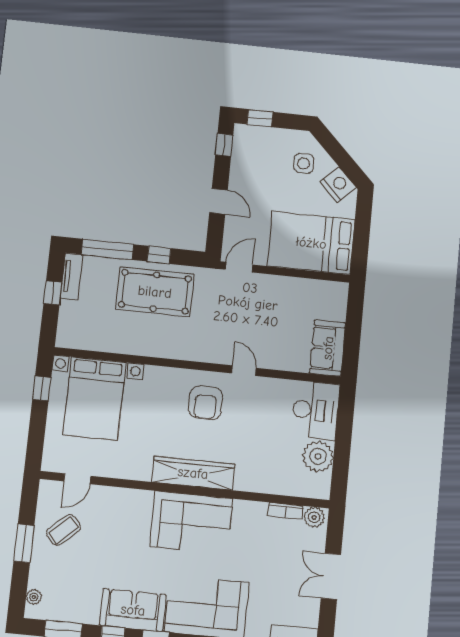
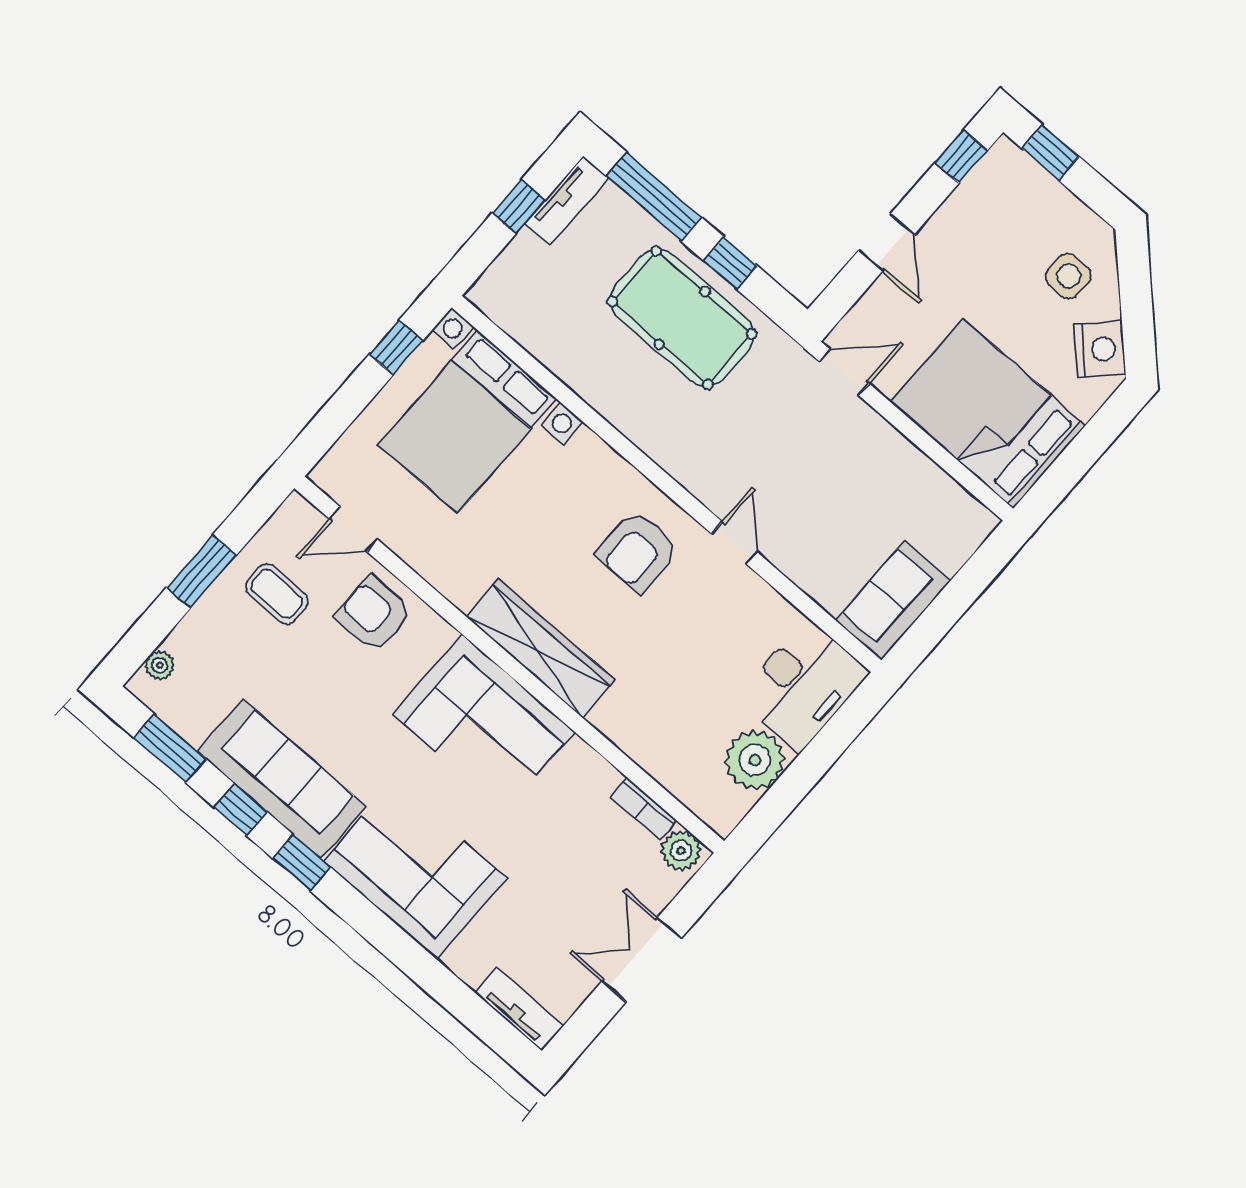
armchair: (111, 509) -> (374, 614), added
coffee table: (63, 530) -> (277, 594), turned 42
sofa: (133, 610) -> (282, 779), width x1.36

